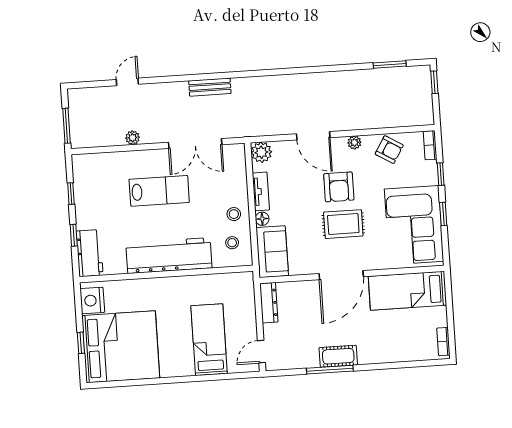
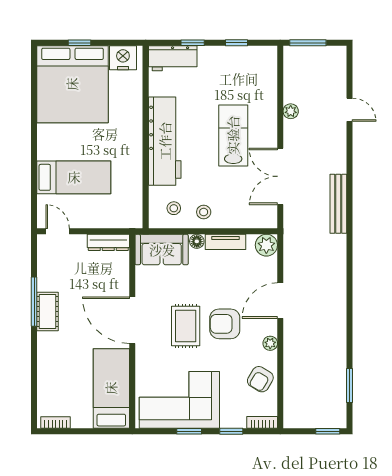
bench: (210, 87) -> (338, 204), width x1.36
lab bench: (159, 191) -> (233, 135), turned 180

